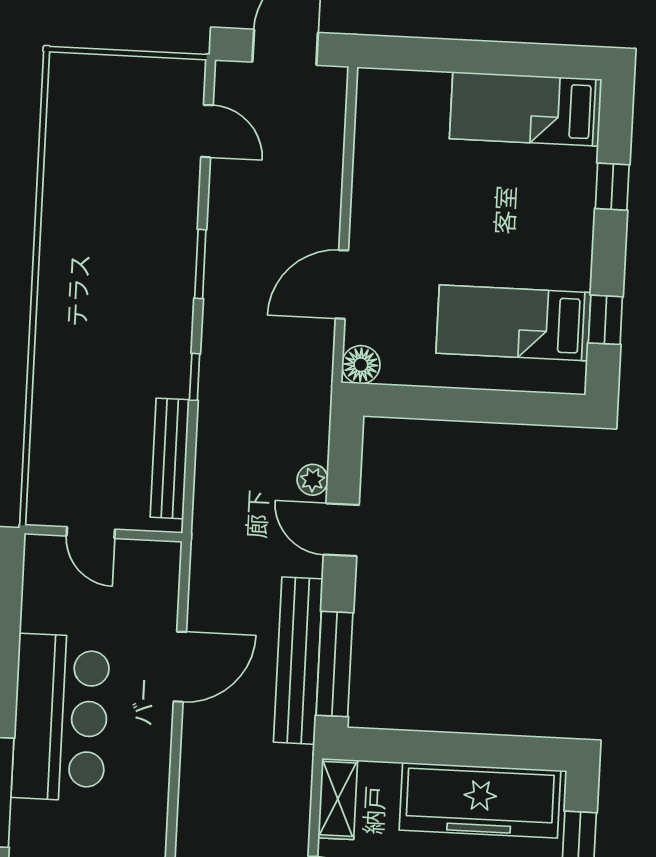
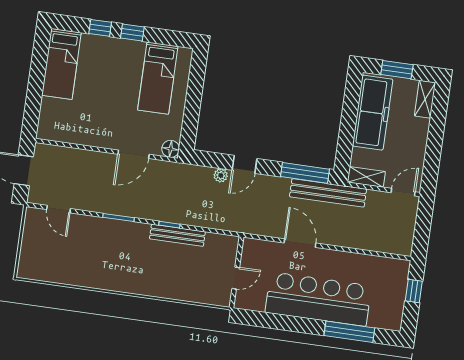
door: (207, 131) -> (59, 209), swing flipped
door: (342, 284) -> (133, 154), hinge flipped
window: (605, 320) -> (132, 32), moved
bench: (170, 458) -> (177, 235), moved
bench: (298, 661) -> (328, 193), moved
bar counter: (61, 718) -> (318, 299), width x1.36

